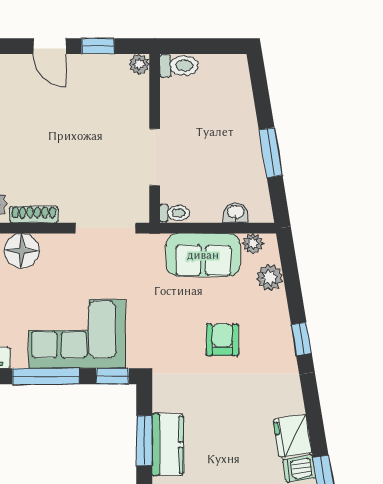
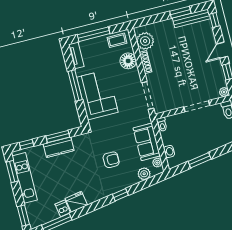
doorway: (155, 157) -> (197, 106), moved
window: (112, 376) -> (83, 115), removed

